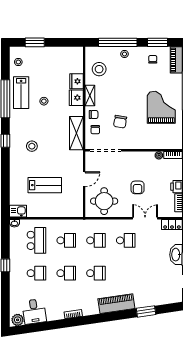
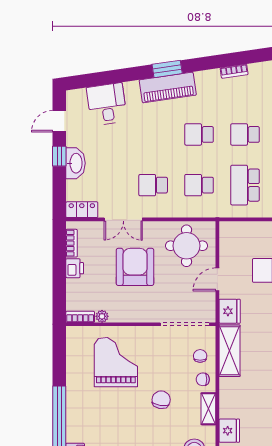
fridge: (76, 98) -> (230, 311), moved
grand piano: (161, 107) -> (116, 362), moved, turned 180
chair: (120, 122) -> (161, 400), moved
armchair: (138, 187) -> (135, 267), width x1.88, depth x1.88
school desk: (66, 240) -> (245, 185), width x1.85
desk: (156, 293) -> (107, 104), added
window: (146, 311) -> (167, 69), moved

